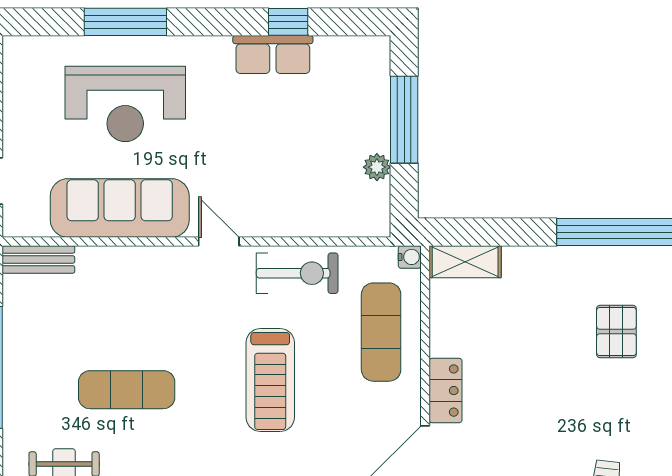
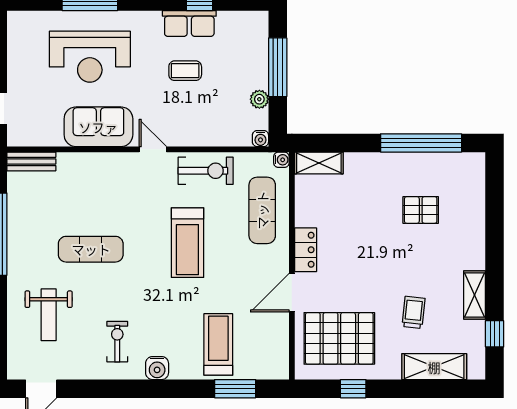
coffee table: (267, 125) -> (185, 71), added
sofa: (120, 208) -> (98, 127), width x0.73
water cooler: (379, 225) -> (260, 139), added
pallet: (616, 331) -> (421, 210), turned 90

